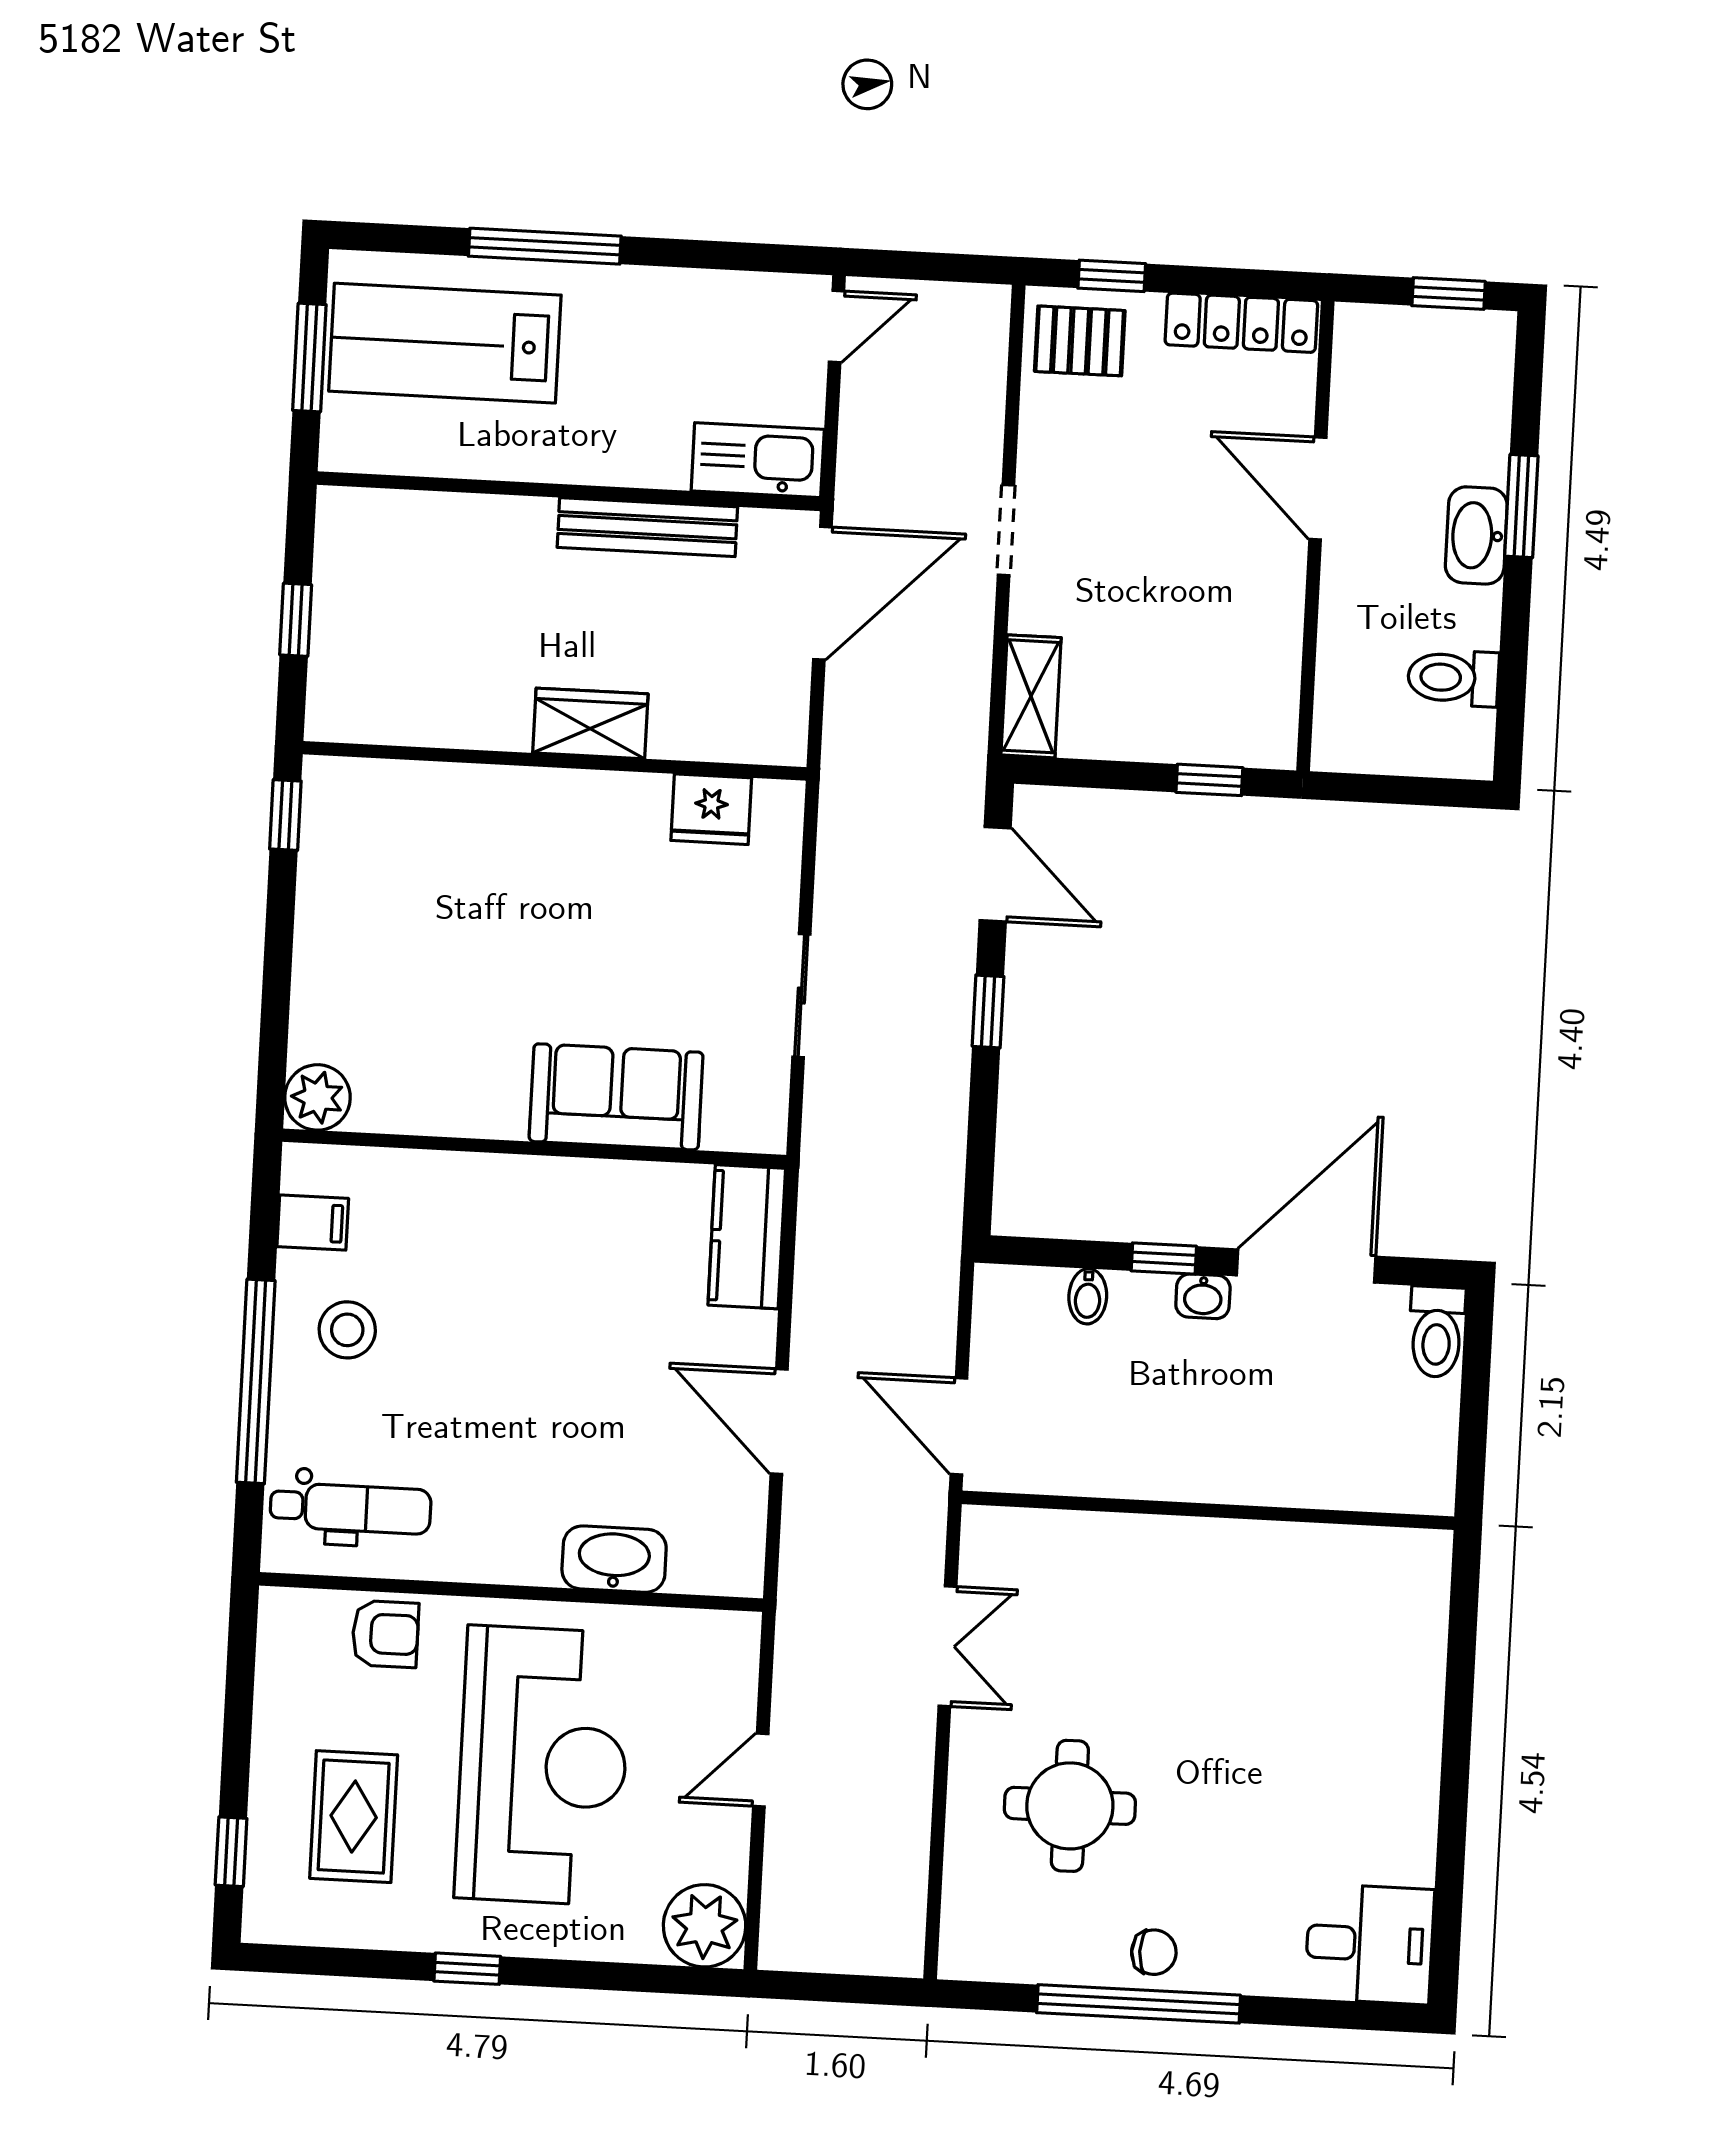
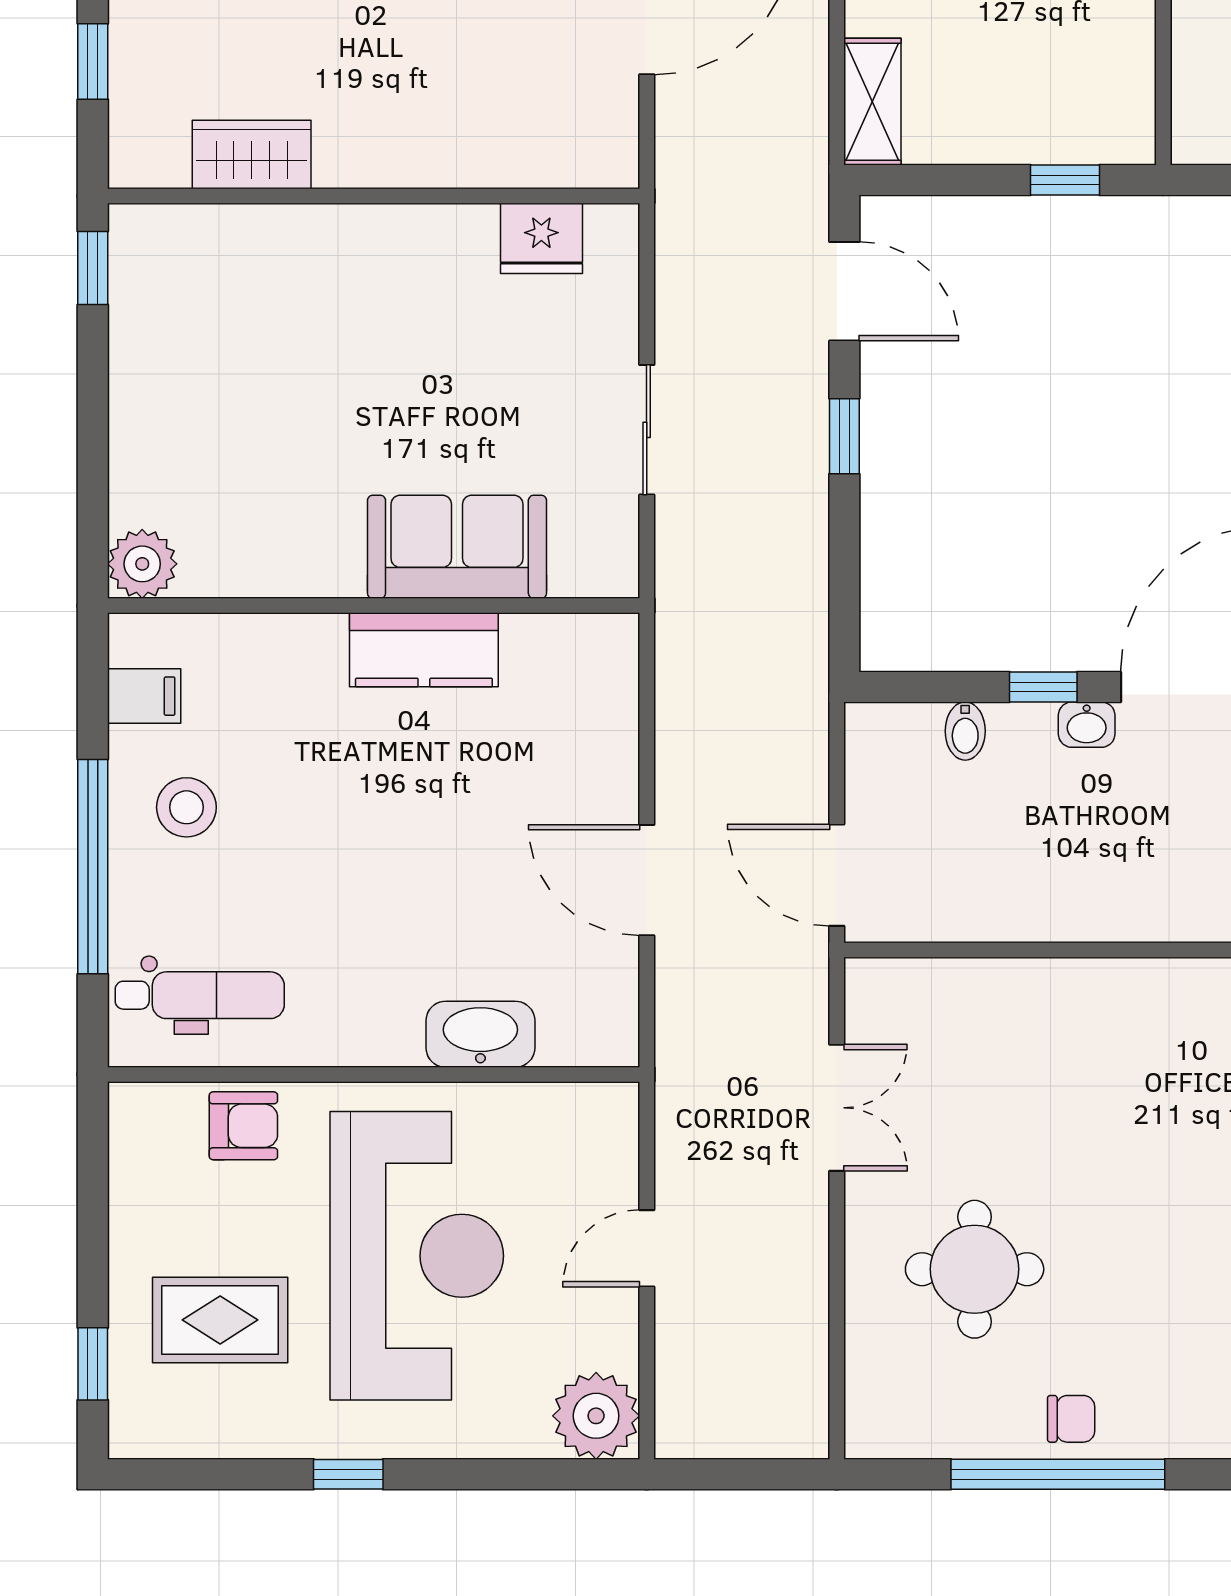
wardrobe: (590, 723) -> (252, 155), moved
kitchen counter: (747, 1237) -> (424, 650), moved, turned -90
rug: (354, 1817) -> (220, 1320), turned 90

